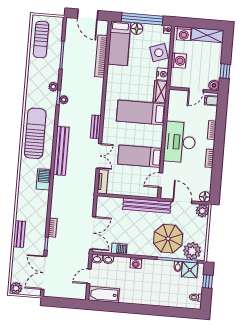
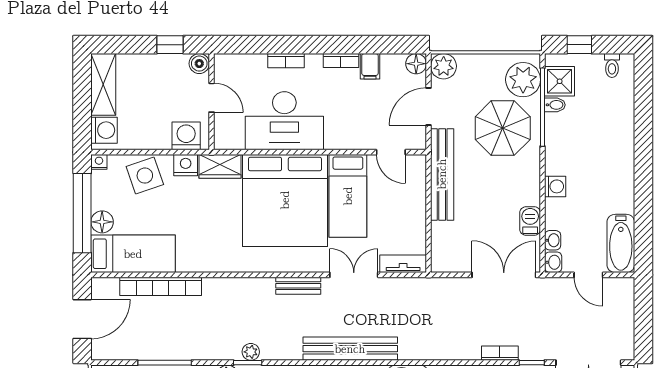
washing machine: (179, 61) -> (186, 136), moved
filing cabinet: (211, 101) -> (370, 66), moved
bed: (141, 112) -> (285, 200), width x2.04
desk: (180, 142) -> (284, 121), moved

